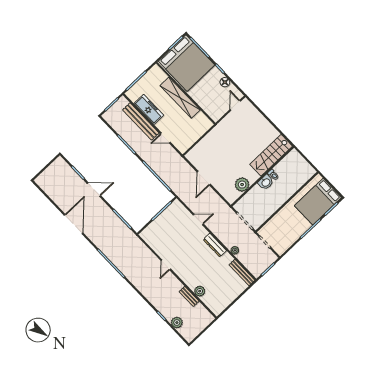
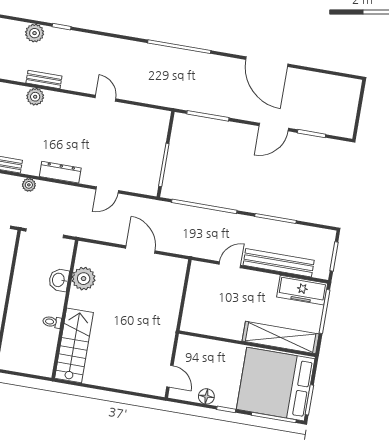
shelving: (180, 98) -> (281, 337), moved
freezer: (149, 109) -> (302, 290), moved
washbasin: (266, 182) -> (59, 280), moved

